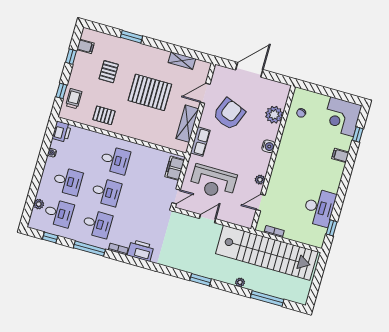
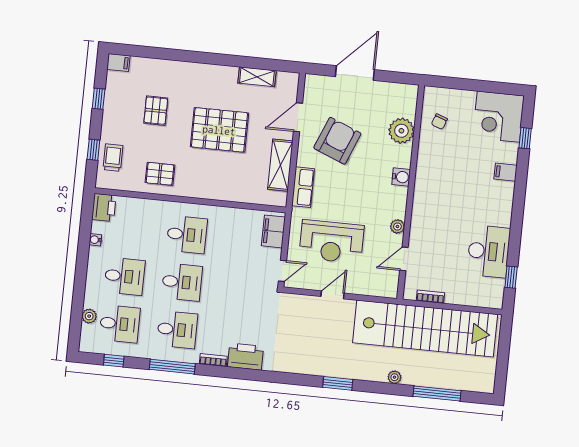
window: (132, 37) -> (180, 55), removed
filing cabinet: (85, 46) -> (118, 63), moved

